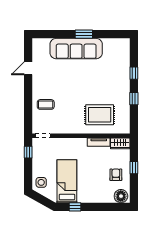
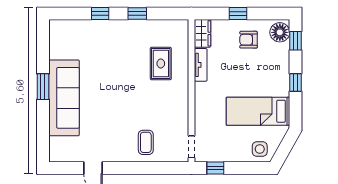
rug: (100, 115) -> (161, 64), width x0.73, depth x0.70
window: (75, 207) -> (295, 83), moved
window: (115, 207) -> (295, 41), added

